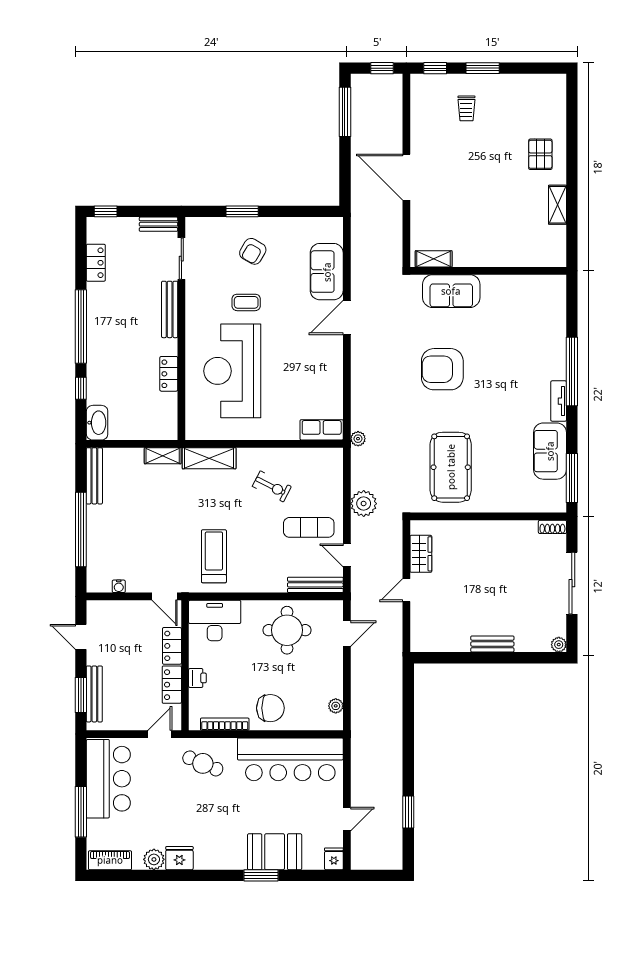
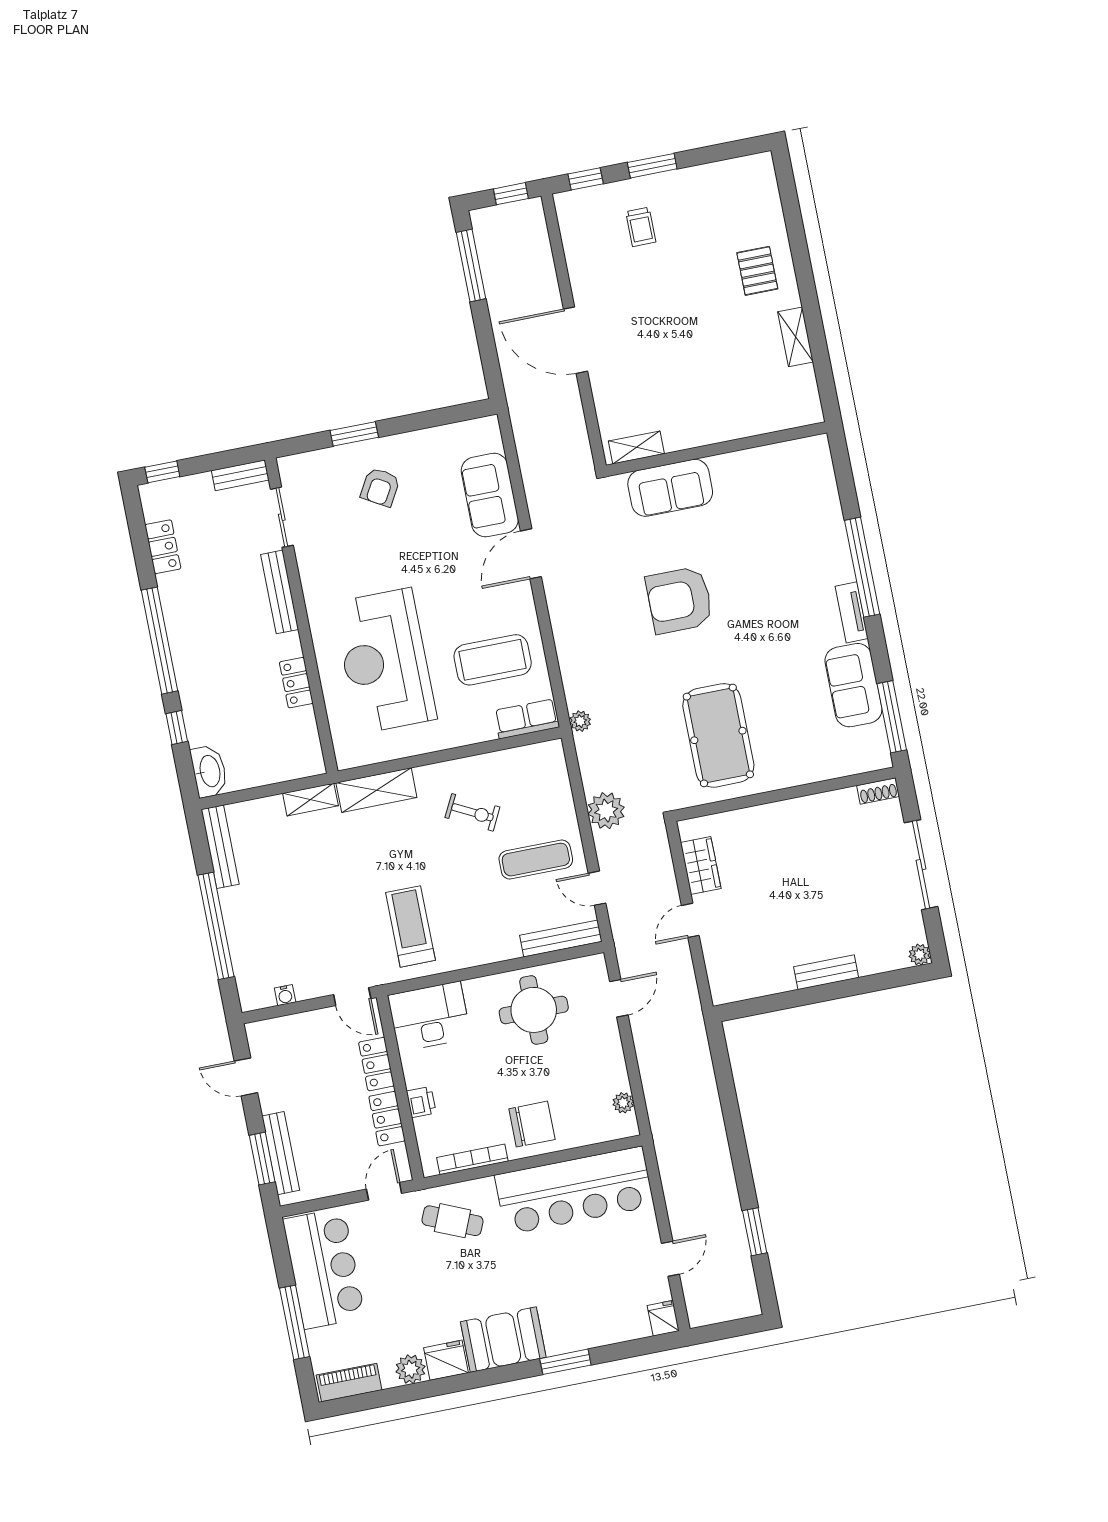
coffee table: (246, 302) -> (493, 660), moved, width x1.86, depth x1.72
booth: (275, 852) -> (503, 1340), moved

